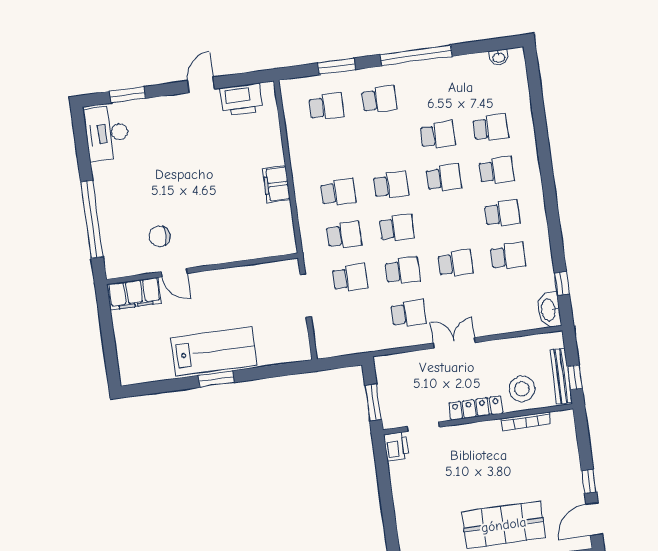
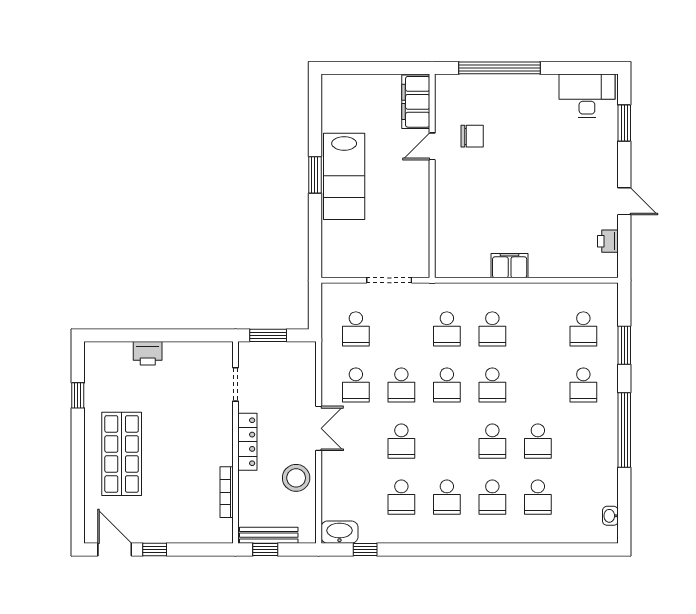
printer: (241, 100) -> (608, 241), width x0.53, depth x0.68
chair: (160, 236) -> (472, 136), turned 90
school desk: (350, 278) -> (356, 329), moved
stool: (522, 389) -> (296, 478), moved
printer: (396, 446) -> (148, 353), moved

